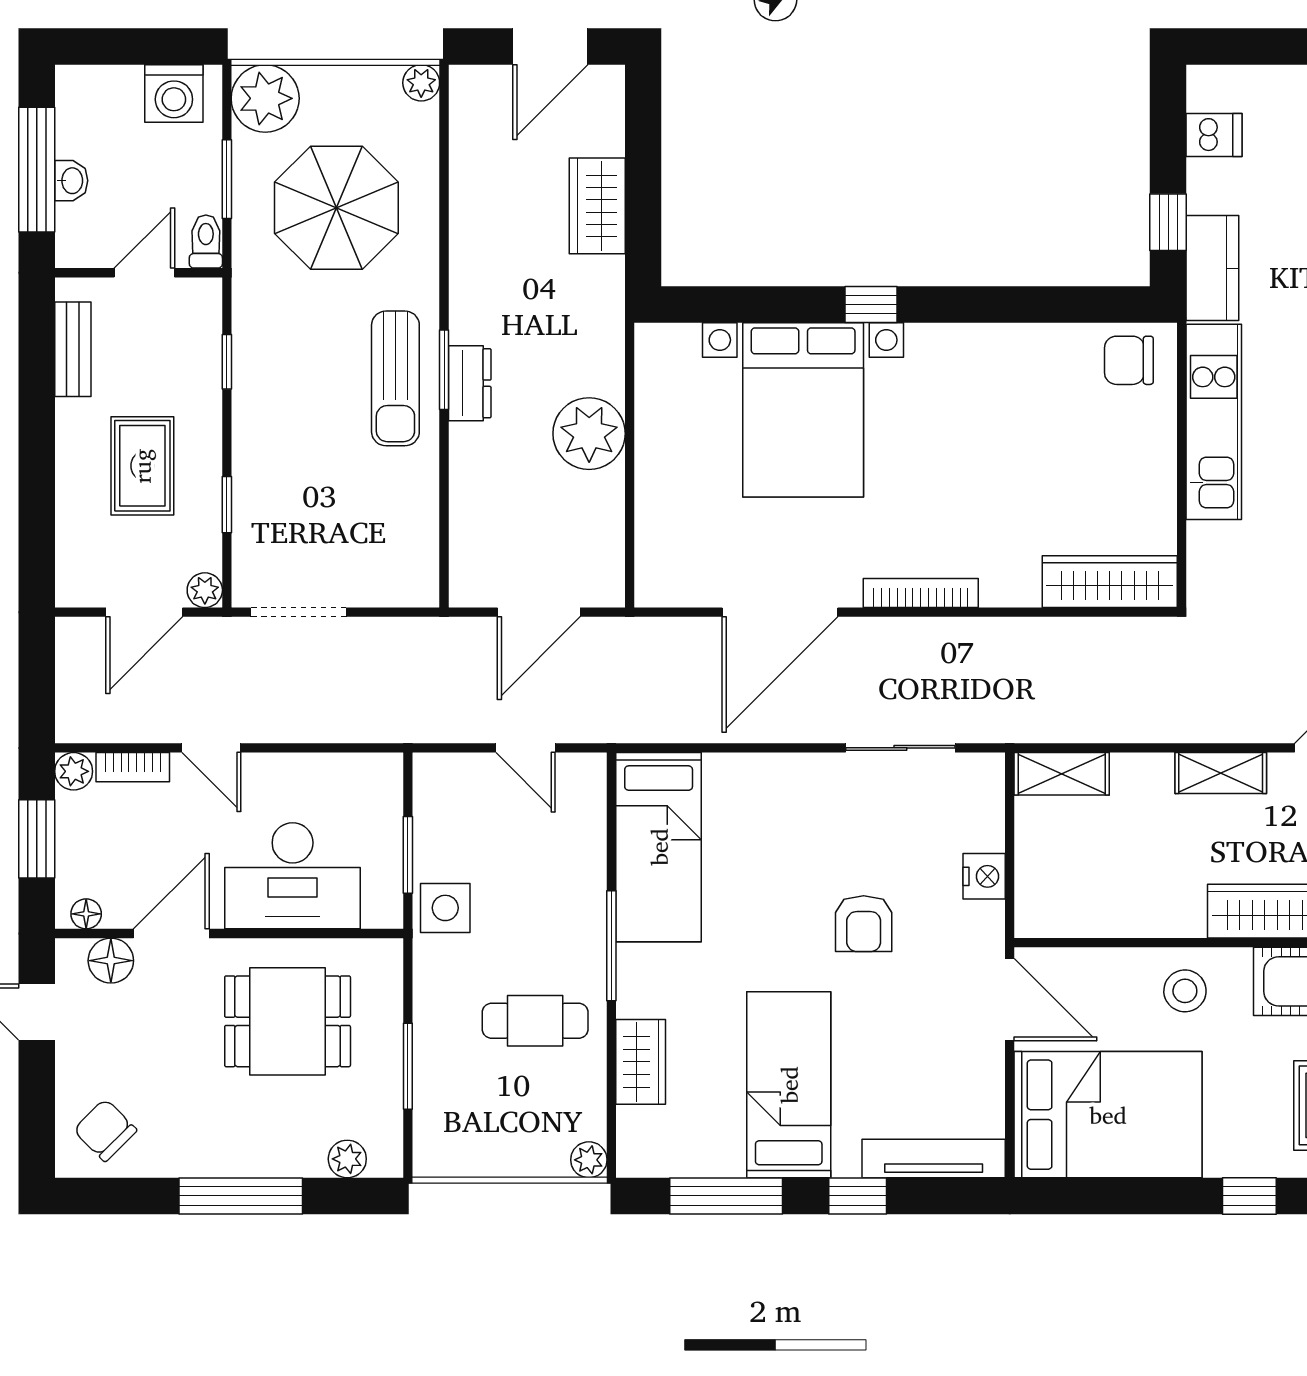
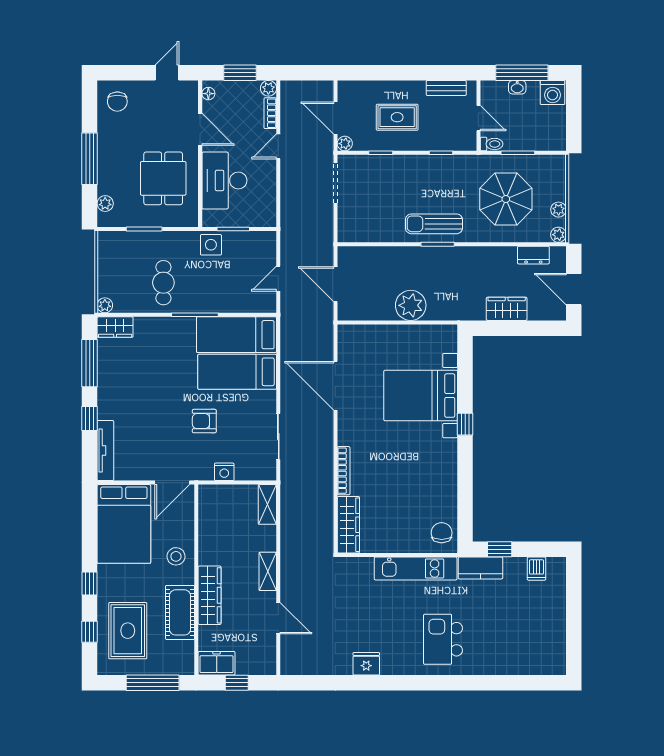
washing machine: (174, 94) -> (552, 93), moved, turned -90
plant: (265, 98) -> (559, 210), moved, width x0.53, depth x0.53
dresser: (470, 383) -> (533, 255), moved
bookcase: (921, 593) -> (344, 471), moved
floor lamp: (111, 961) -> (189, 104), removed
wardrobe: (641, 1062) -> (115, 327), moved
bed: (789, 1085) -> (237, 372), moved, turned 180
chair: (105, 1130) -> (117, 102), turned 135

